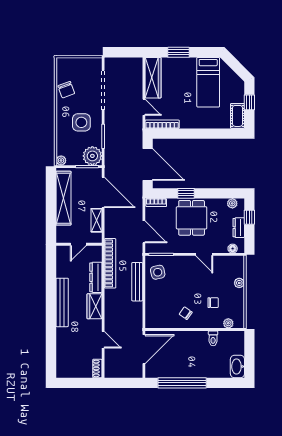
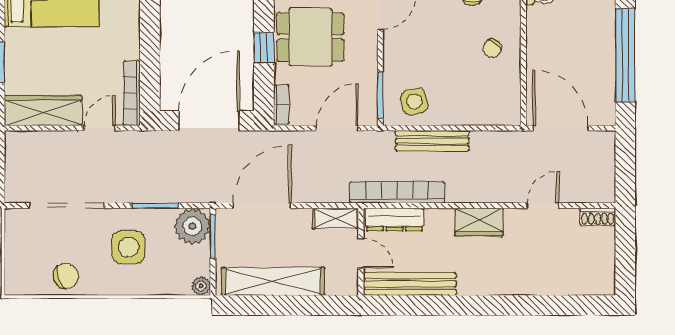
shelving: (96, 220) -> (336, 218), moved
dresser: (96, 277) -> (395, 219), moved
bench: (62, 302) -> (410, 284), moved

